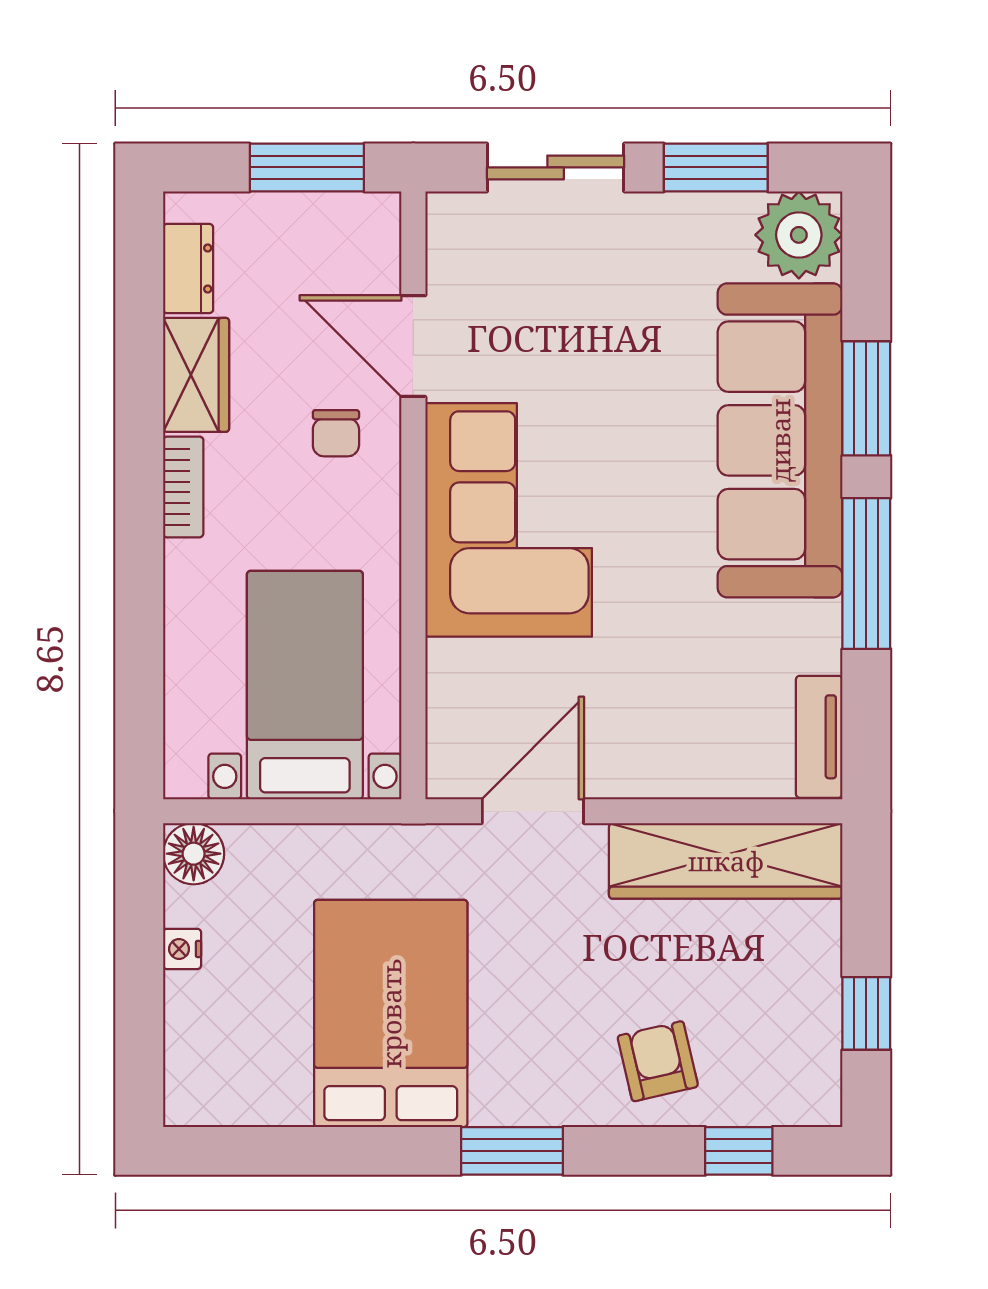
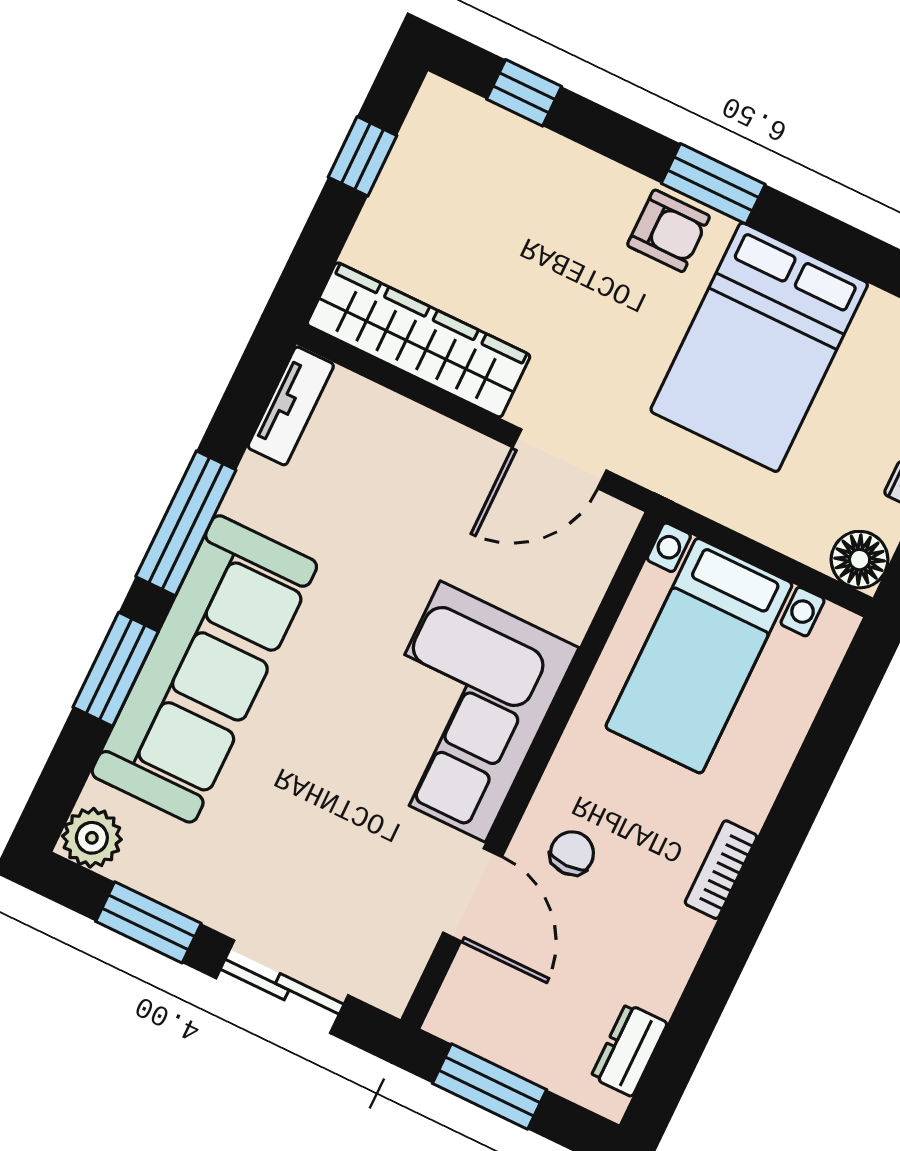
plant: (799, 235) -> (92, 838), width x0.73, depth x0.73
wardrobe: (196, 375) -> (665, 958), removed
armchair: (658, 1061) -> (669, 231), moved, turned -77

